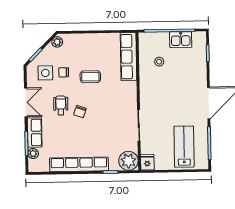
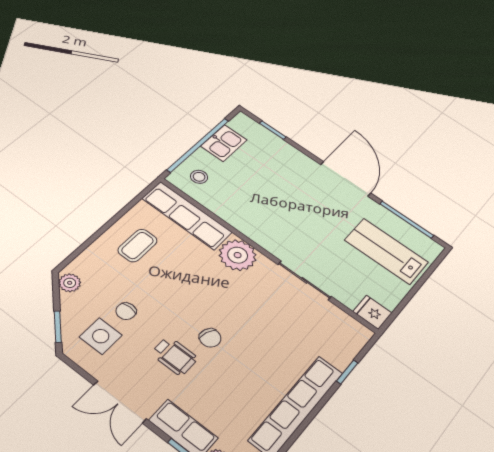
stool: (159, 62) -> (199, 177), moved
coffee table: (90, 77) -> (138, 245), moved
double door: (26, 102) -> (120, 402), swing flipped
wheelchair: (61, 105) -> (174, 356), turned 180
plant: (128, 161) -> (238, 255), moved

